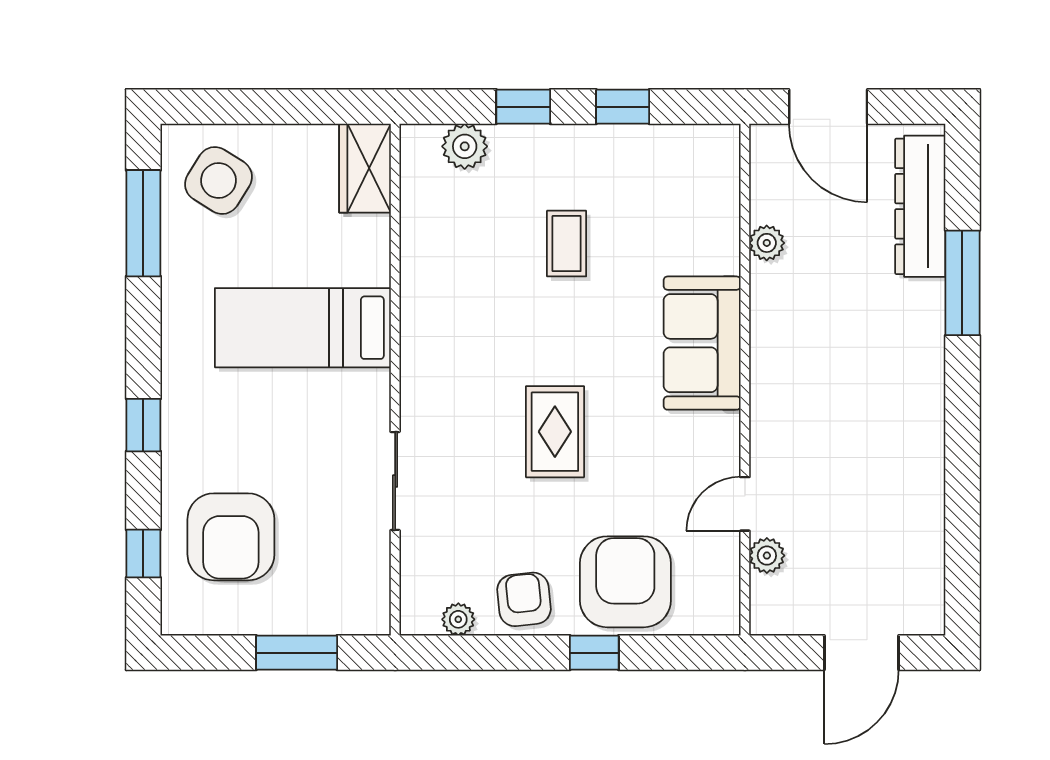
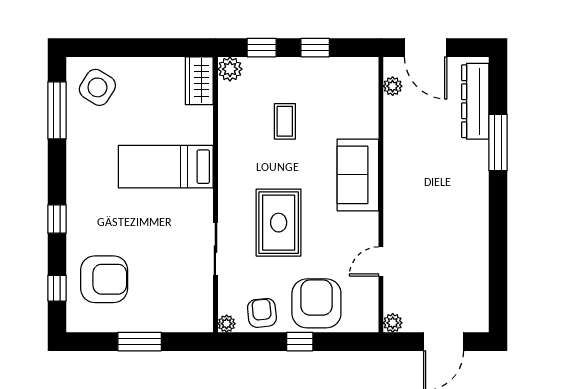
wardrobe: (365, 168) -> (199, 81), moved
plant: (767, 243) -> (393, 86), moved
bed: (303, 328) -> (166, 167), moved
wall: (395, 380) -> (215, 195), moved
rug: (555, 432) -> (279, 223), width x1.36, depth x1.43
sliding door: (395, 481) -> (215, 249), moved
armchair: (231, 537) -> (104, 279), turned -90
plant: (767, 556) -> (393, 323), moved

